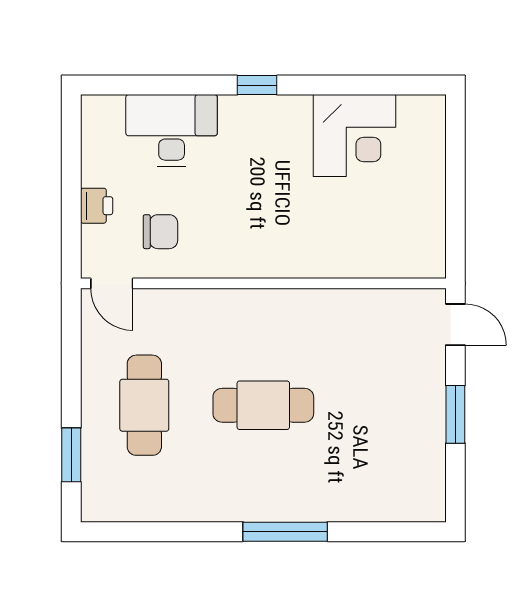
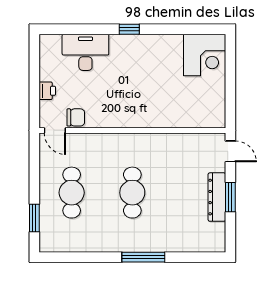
corner desk: (354, 136) -> (205, 55), moved
chair: (160, 232) -> (76, 117), moved
cafe table: (263, 405) -> (132, 193), turned 90
dresser: (429, 414) -> (217, 197), added

